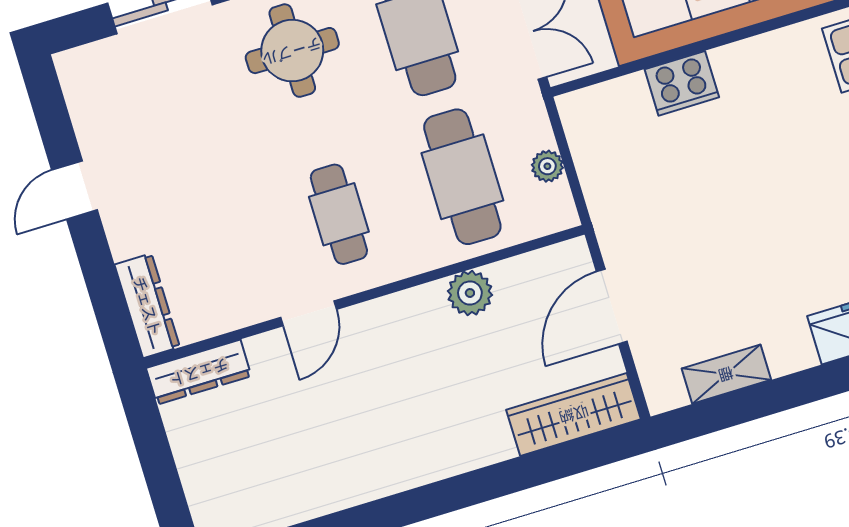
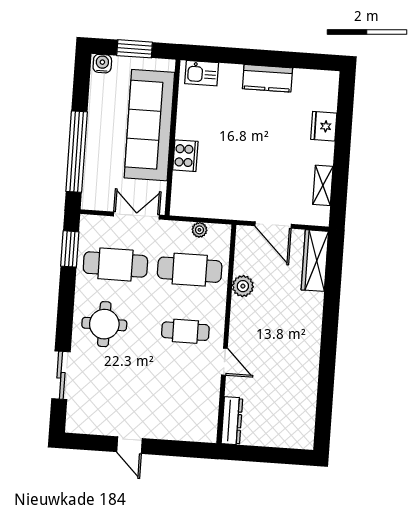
dresser: (147, 306) -> (194, 432), removed

